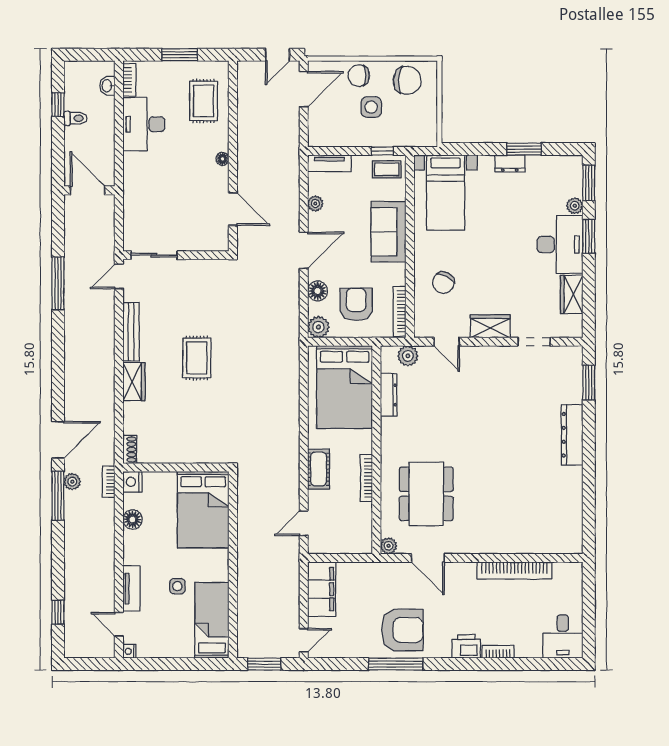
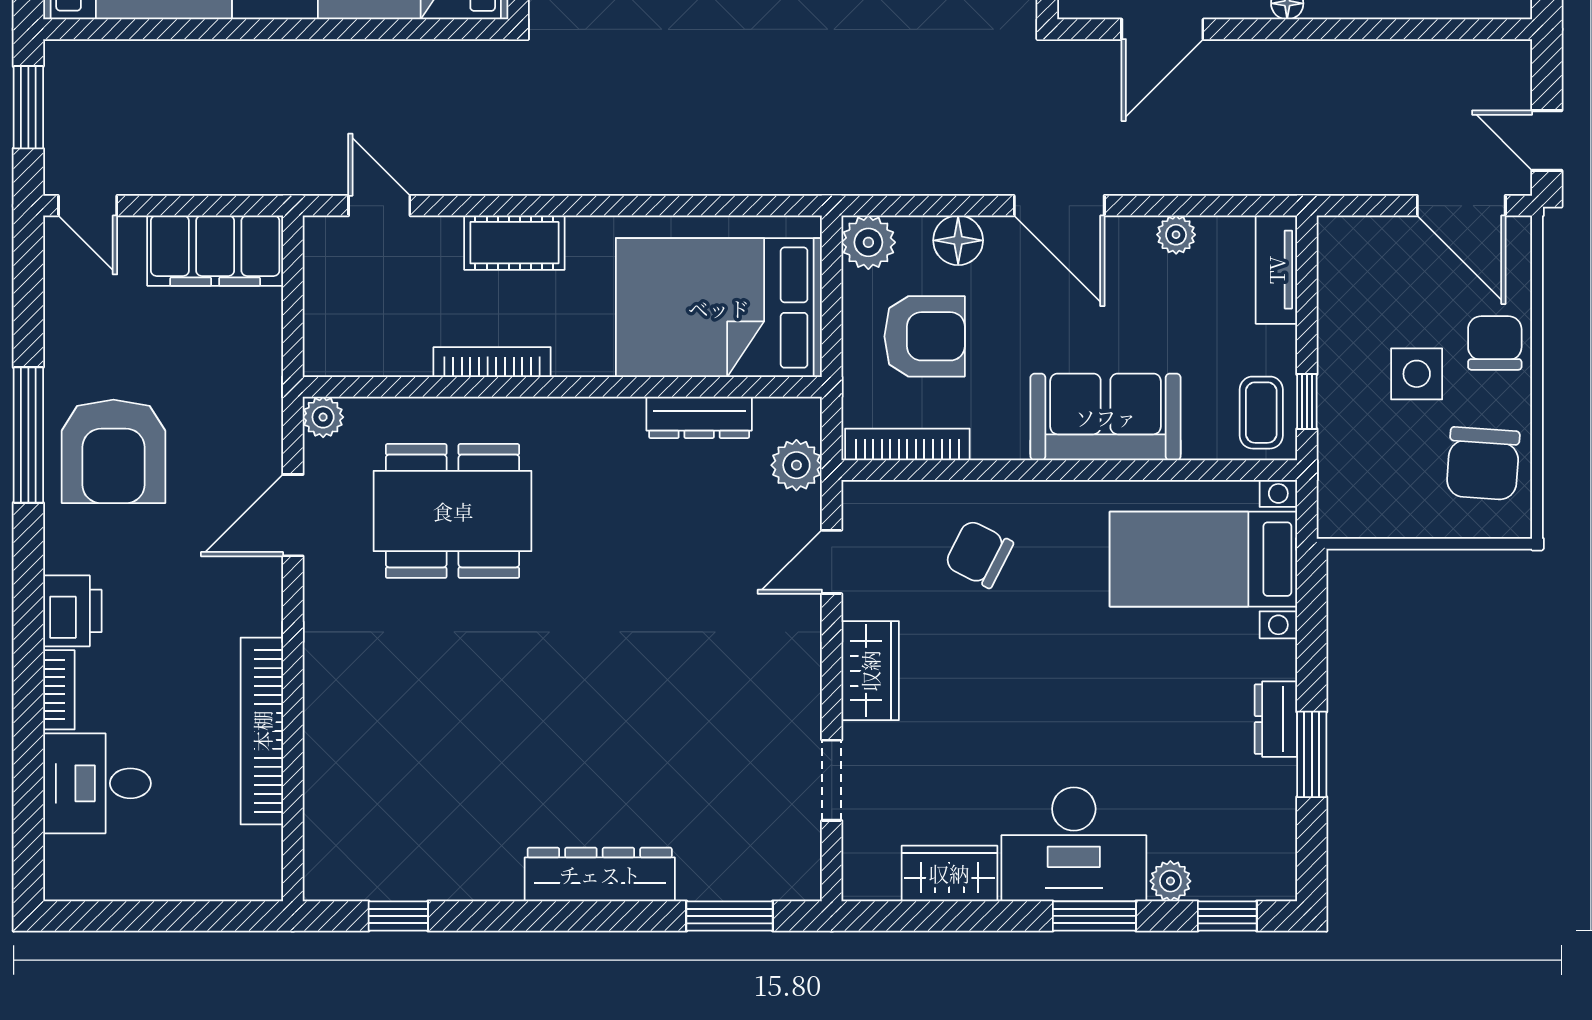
window: (589, 183) -> (1227, 916), width x0.67
window: (589, 516) -> (398, 916), added
desk: (563, 637) -> (97, 783), moved

